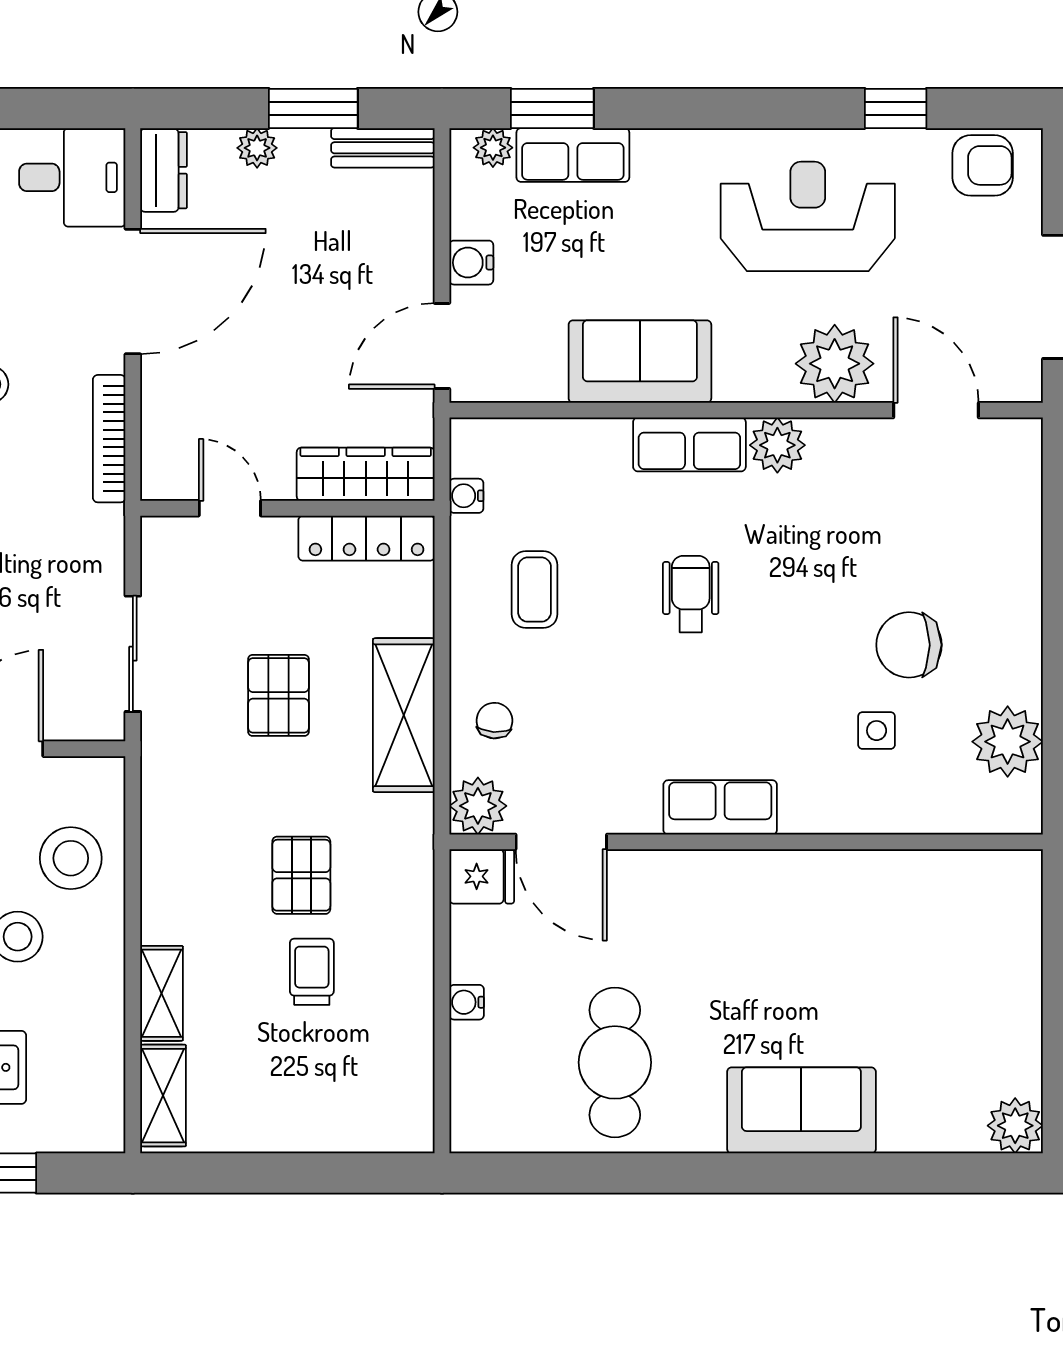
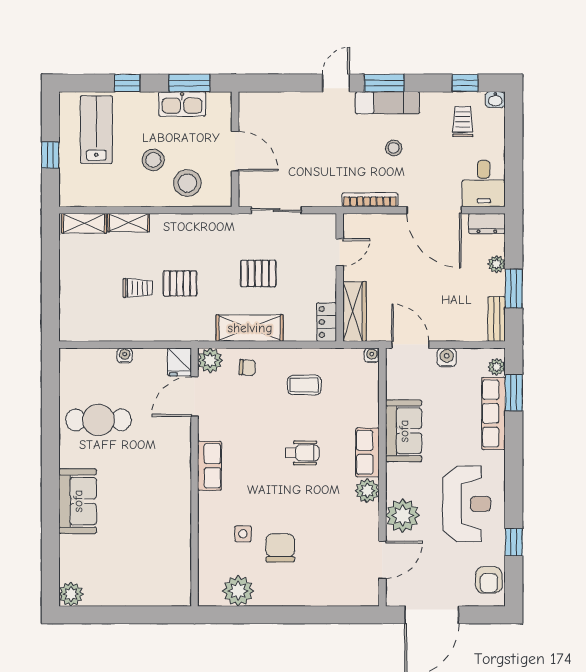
row of seats: (573, 155) -> (493, 413), width x1.48
water cooler: (466, 496) -> (372, 355), moved
locker: (366, 538) -> (327, 322), width x0.66

